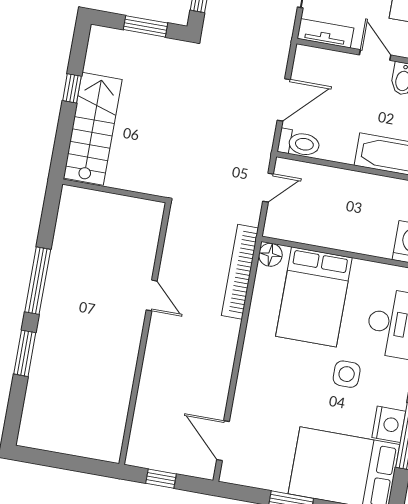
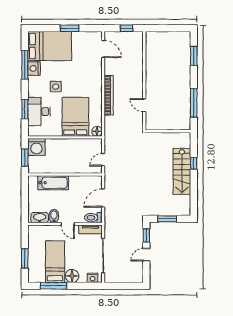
window: (72, 88) -> (194, 163), moved
toilet: (299, 143) -> (93, 218), moved
wall: (114, 191) -> (168, 131), moved
bookcase: (240, 272) -> (109, 95), moved
window: (25, 353) -> (194, 56), moved

